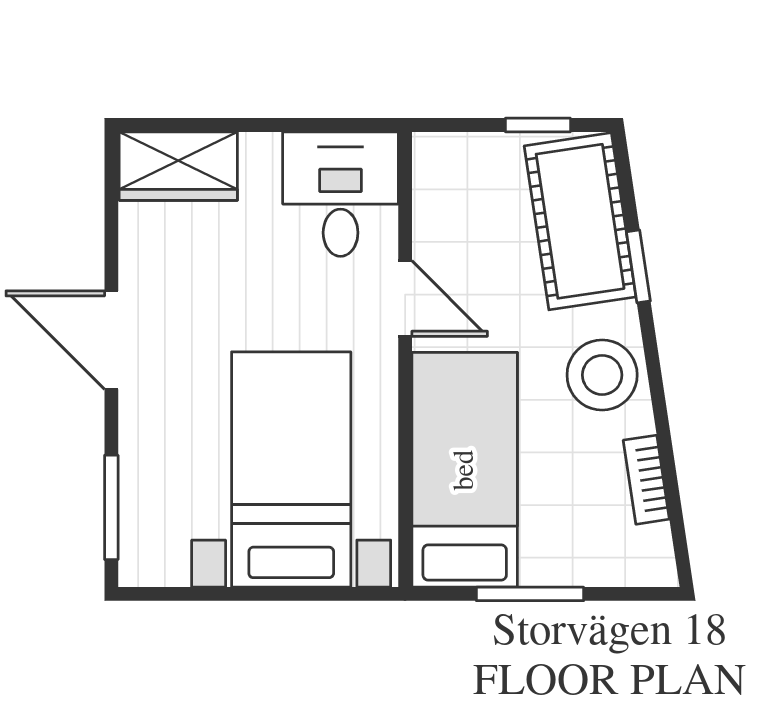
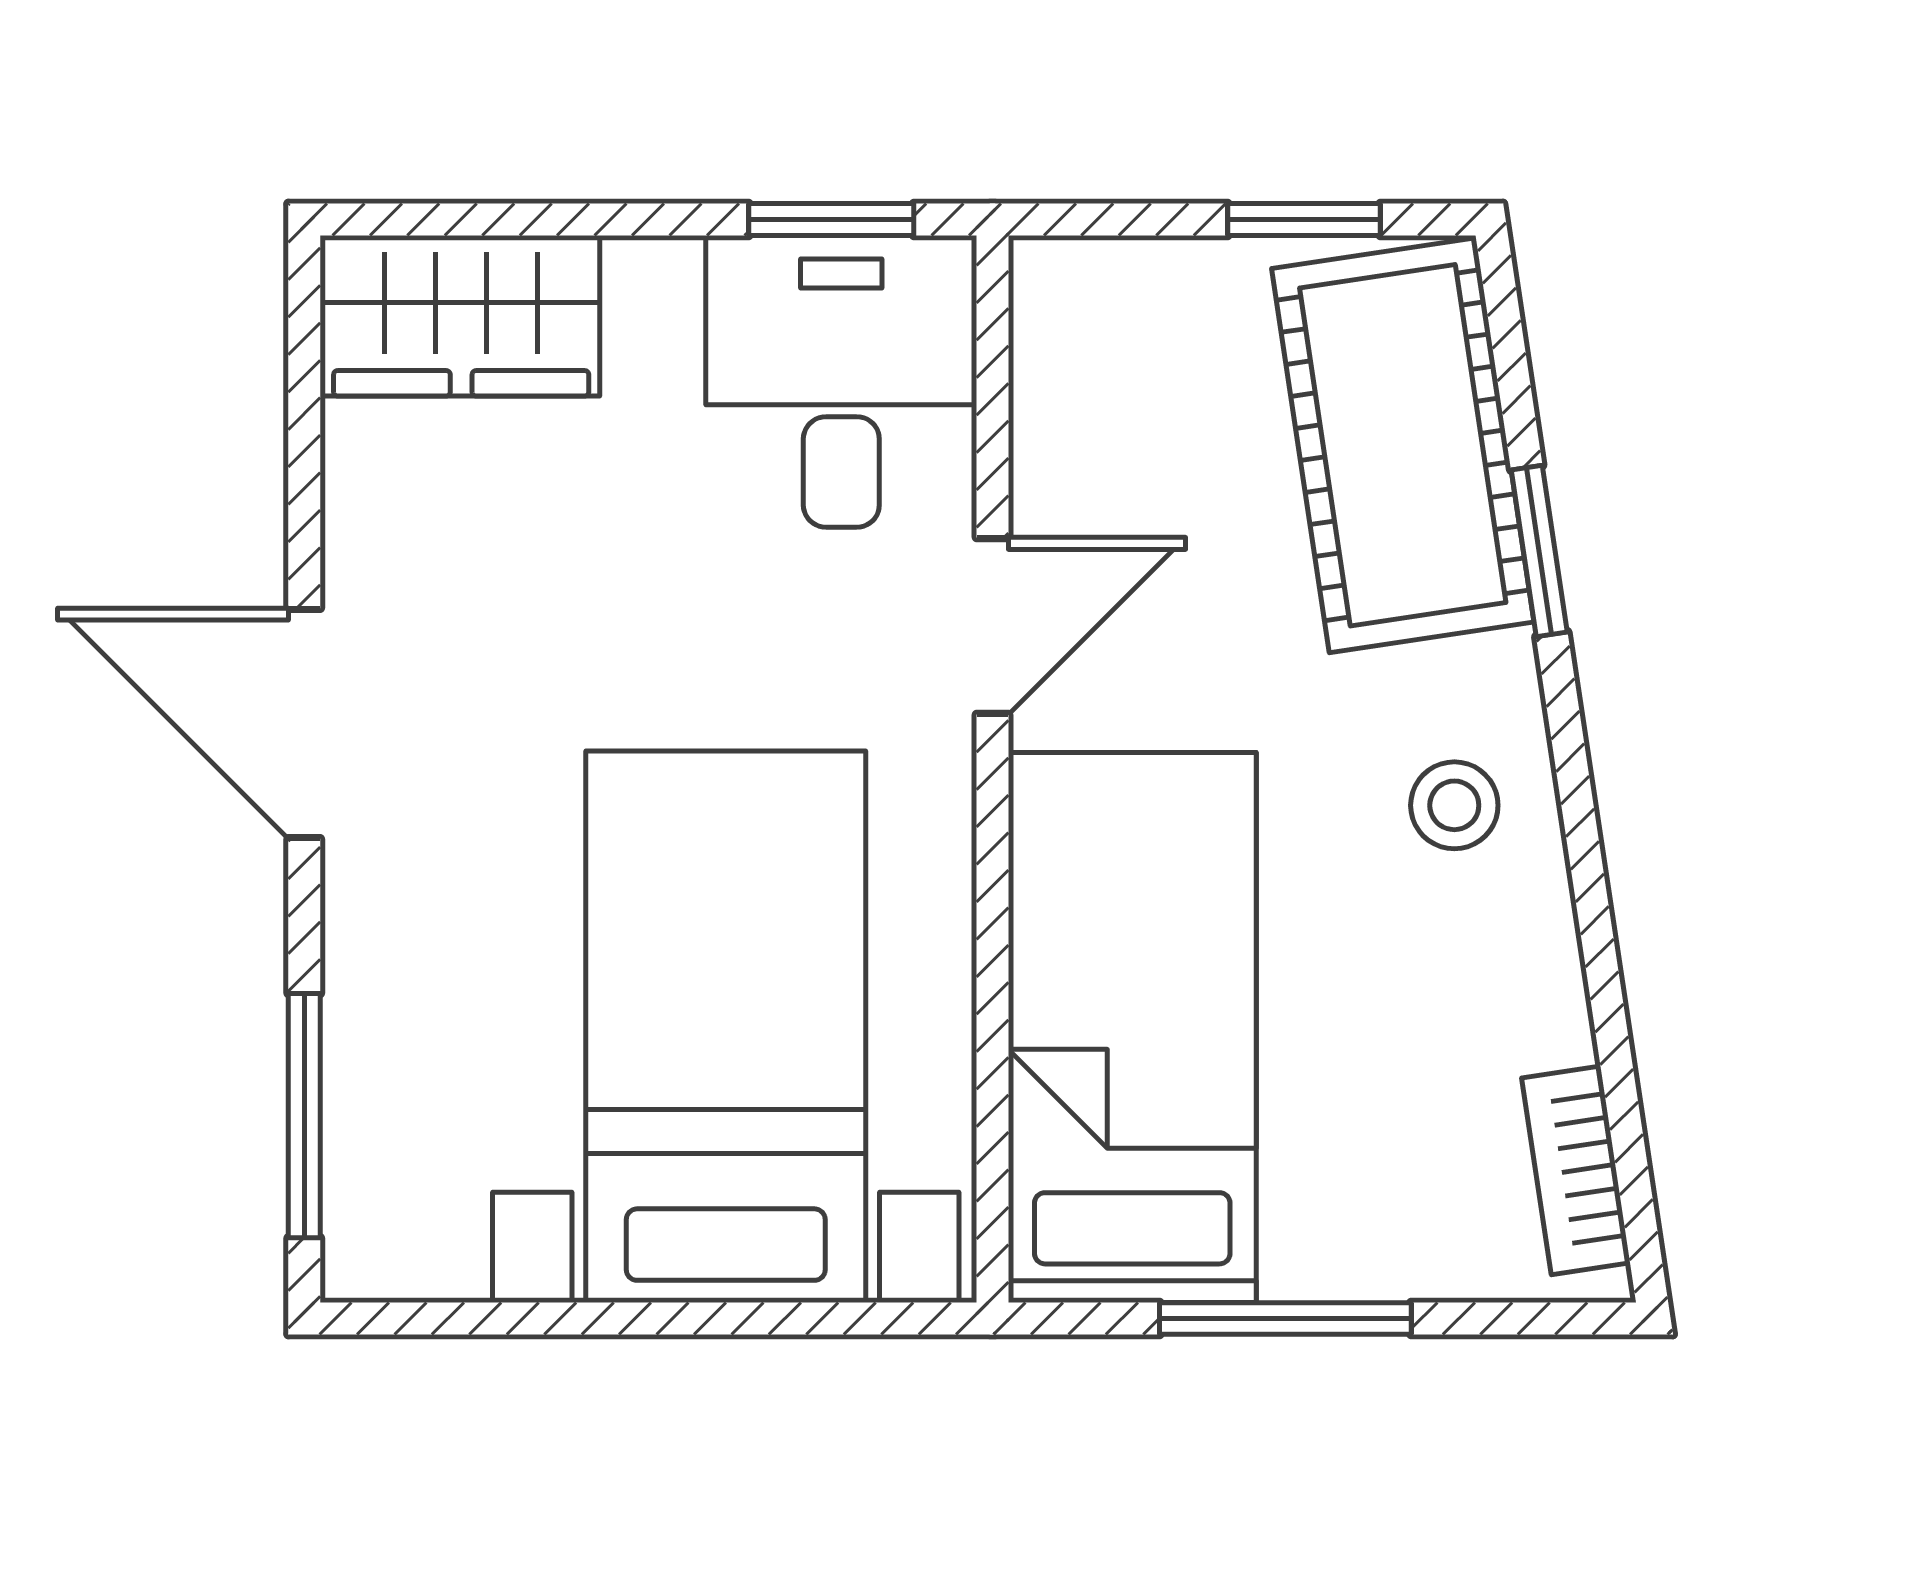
window: (336, 125) -> (831, 220), added
door: (405, 298) -> (993, 626), hinge flipped
stool: (602, 375) -> (1454, 805), width x0.53, depth x0.53
bookcase: (646, 480) -> (1576, 1170), moved

